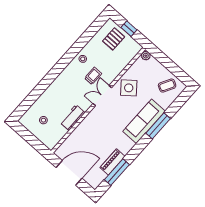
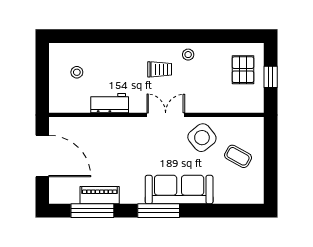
pallet: (114, 39) -> (243, 70), turned 90
plant: (146, 56) -> (257, 124), removed
trolley: (93, 76) -> (160, 69), moved
coffee table: (167, 86) -> (238, 156), moved
window: (158, 126) -> (159, 211), moved

